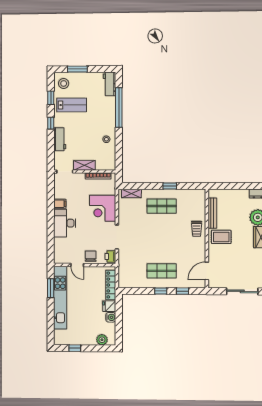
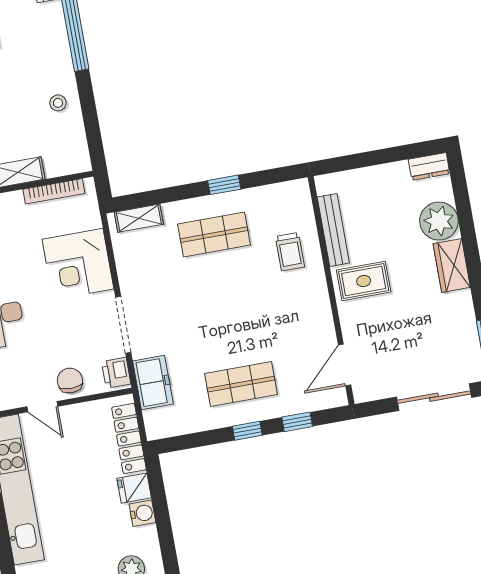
trolley: (197, 229) -> (290, 252), moved
freezer: (125, 263) -> (153, 382), added

